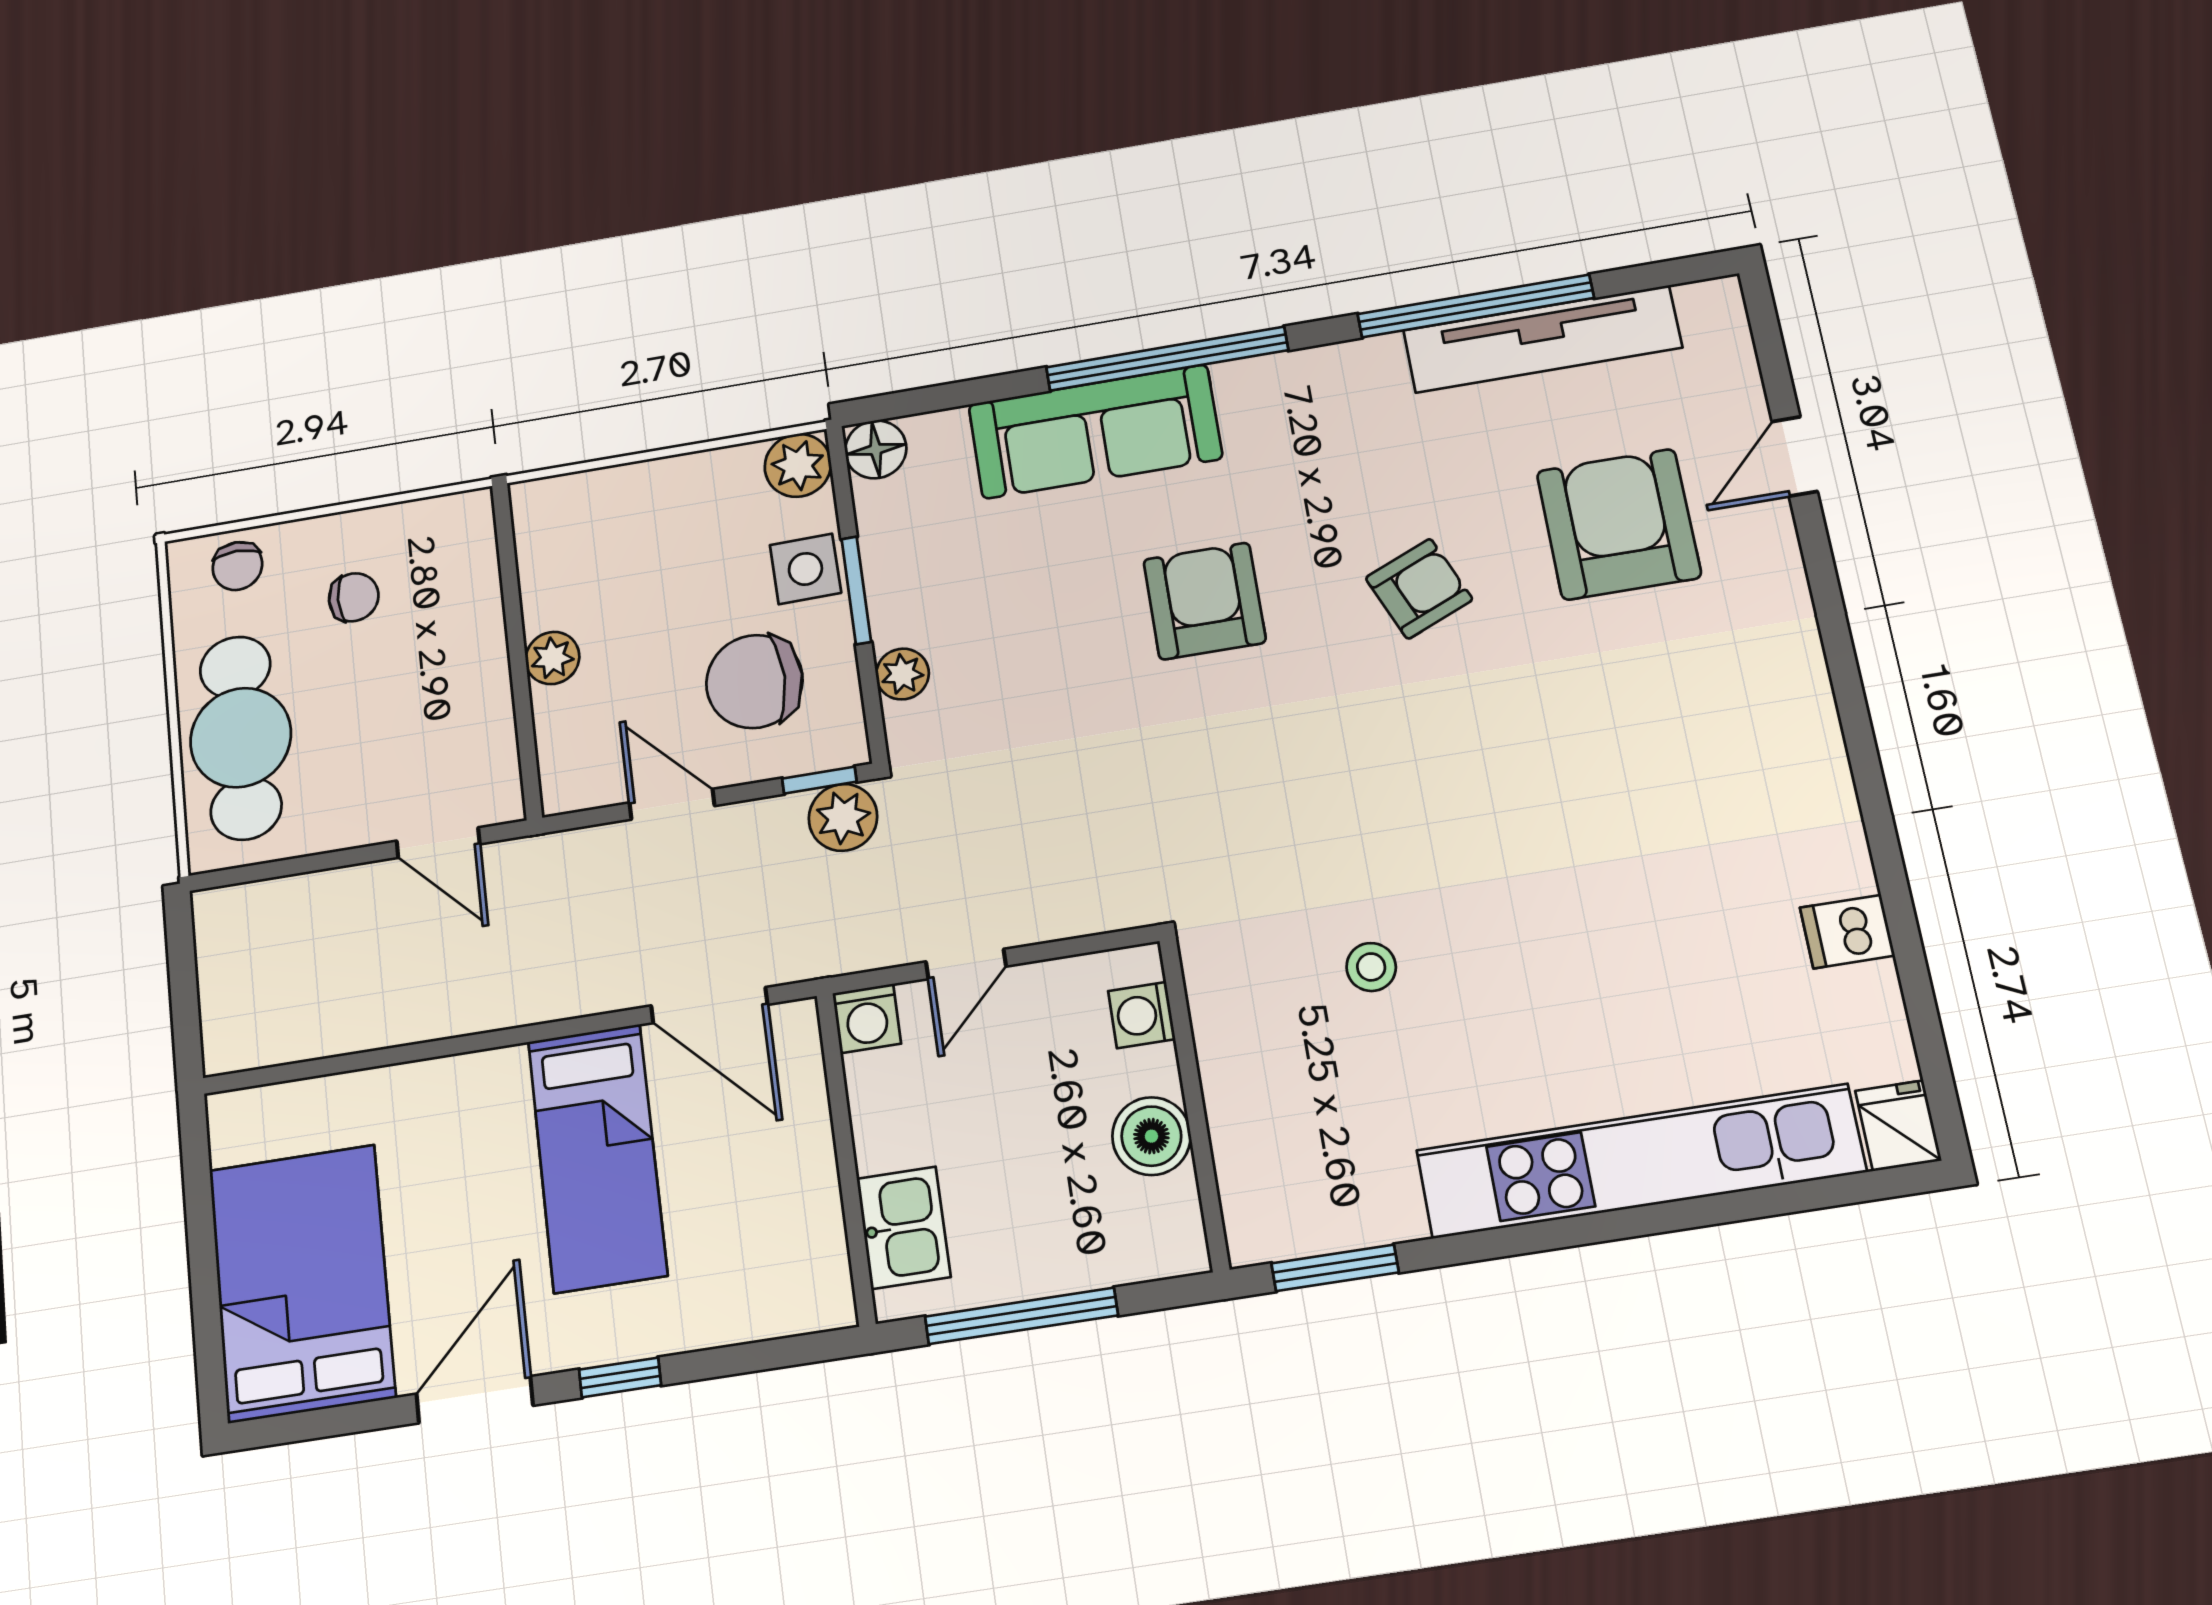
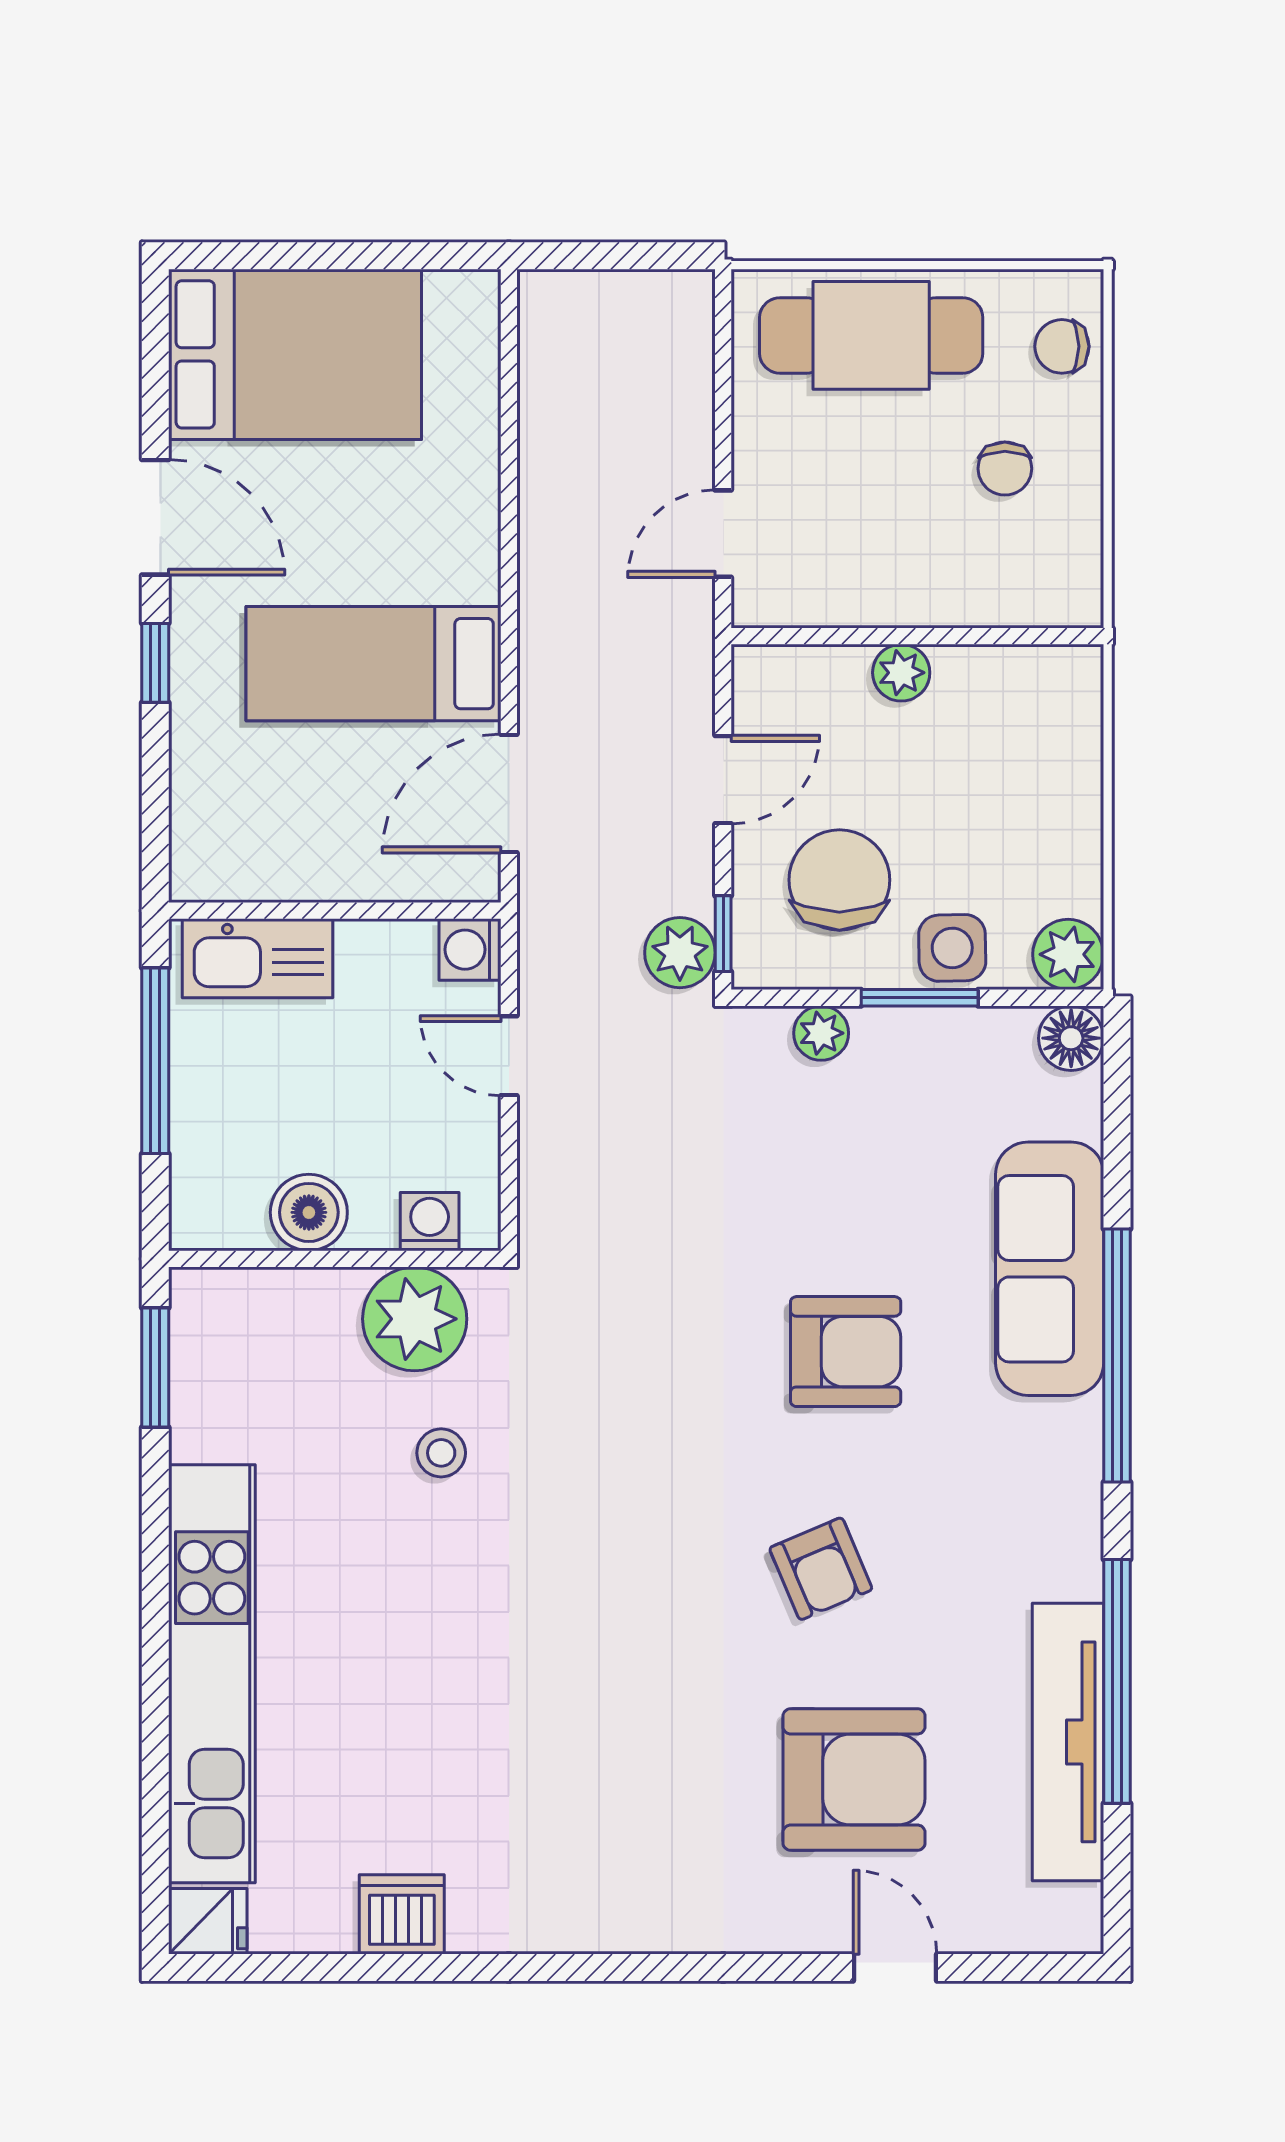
dishwasher: (1847, 932) -> (402, 1914), width x1.38
plant: (1241, 1014) -> (415, 1319), added
kitchen sink: (903, 1228) -> (257, 958), width x1.38

